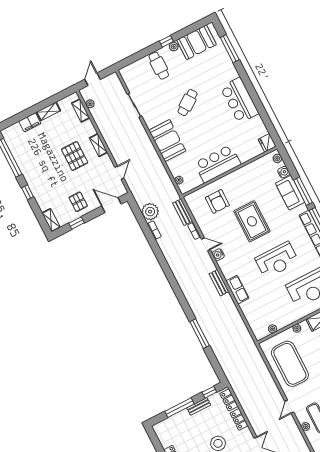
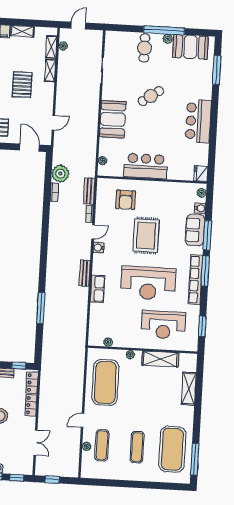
window: (166, 41) -> (164, 30), width x3.17
shelving: (98, 145) -> (50, 70), moved
door: (206, 244) -> (93, 232), hinge flipped
reception desk: (277, 260) -> (148, 283), width x1.36, depth x1.30

